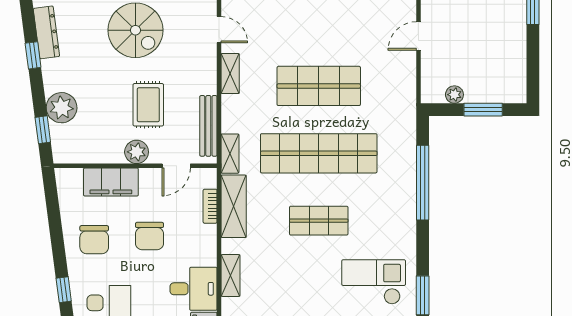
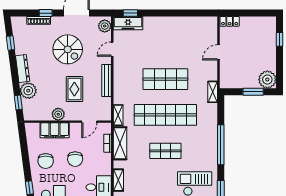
door: (219, 30) -> (112, 49), swing flipped
dresser: (46, 32) -> (23, 69), moved
window: (33, 55) -> (10, 43), moved
shelving: (230, 74) -> (213, 92), moved
plant: (454, 95) -> (267, 80), moved, width x1.87, depth x1.87
bench: (208, 126) -> (107, 80), moved
plant: (137, 152) -> (58, 114), moved
window: (423, 183) -> (221, 145), moved

